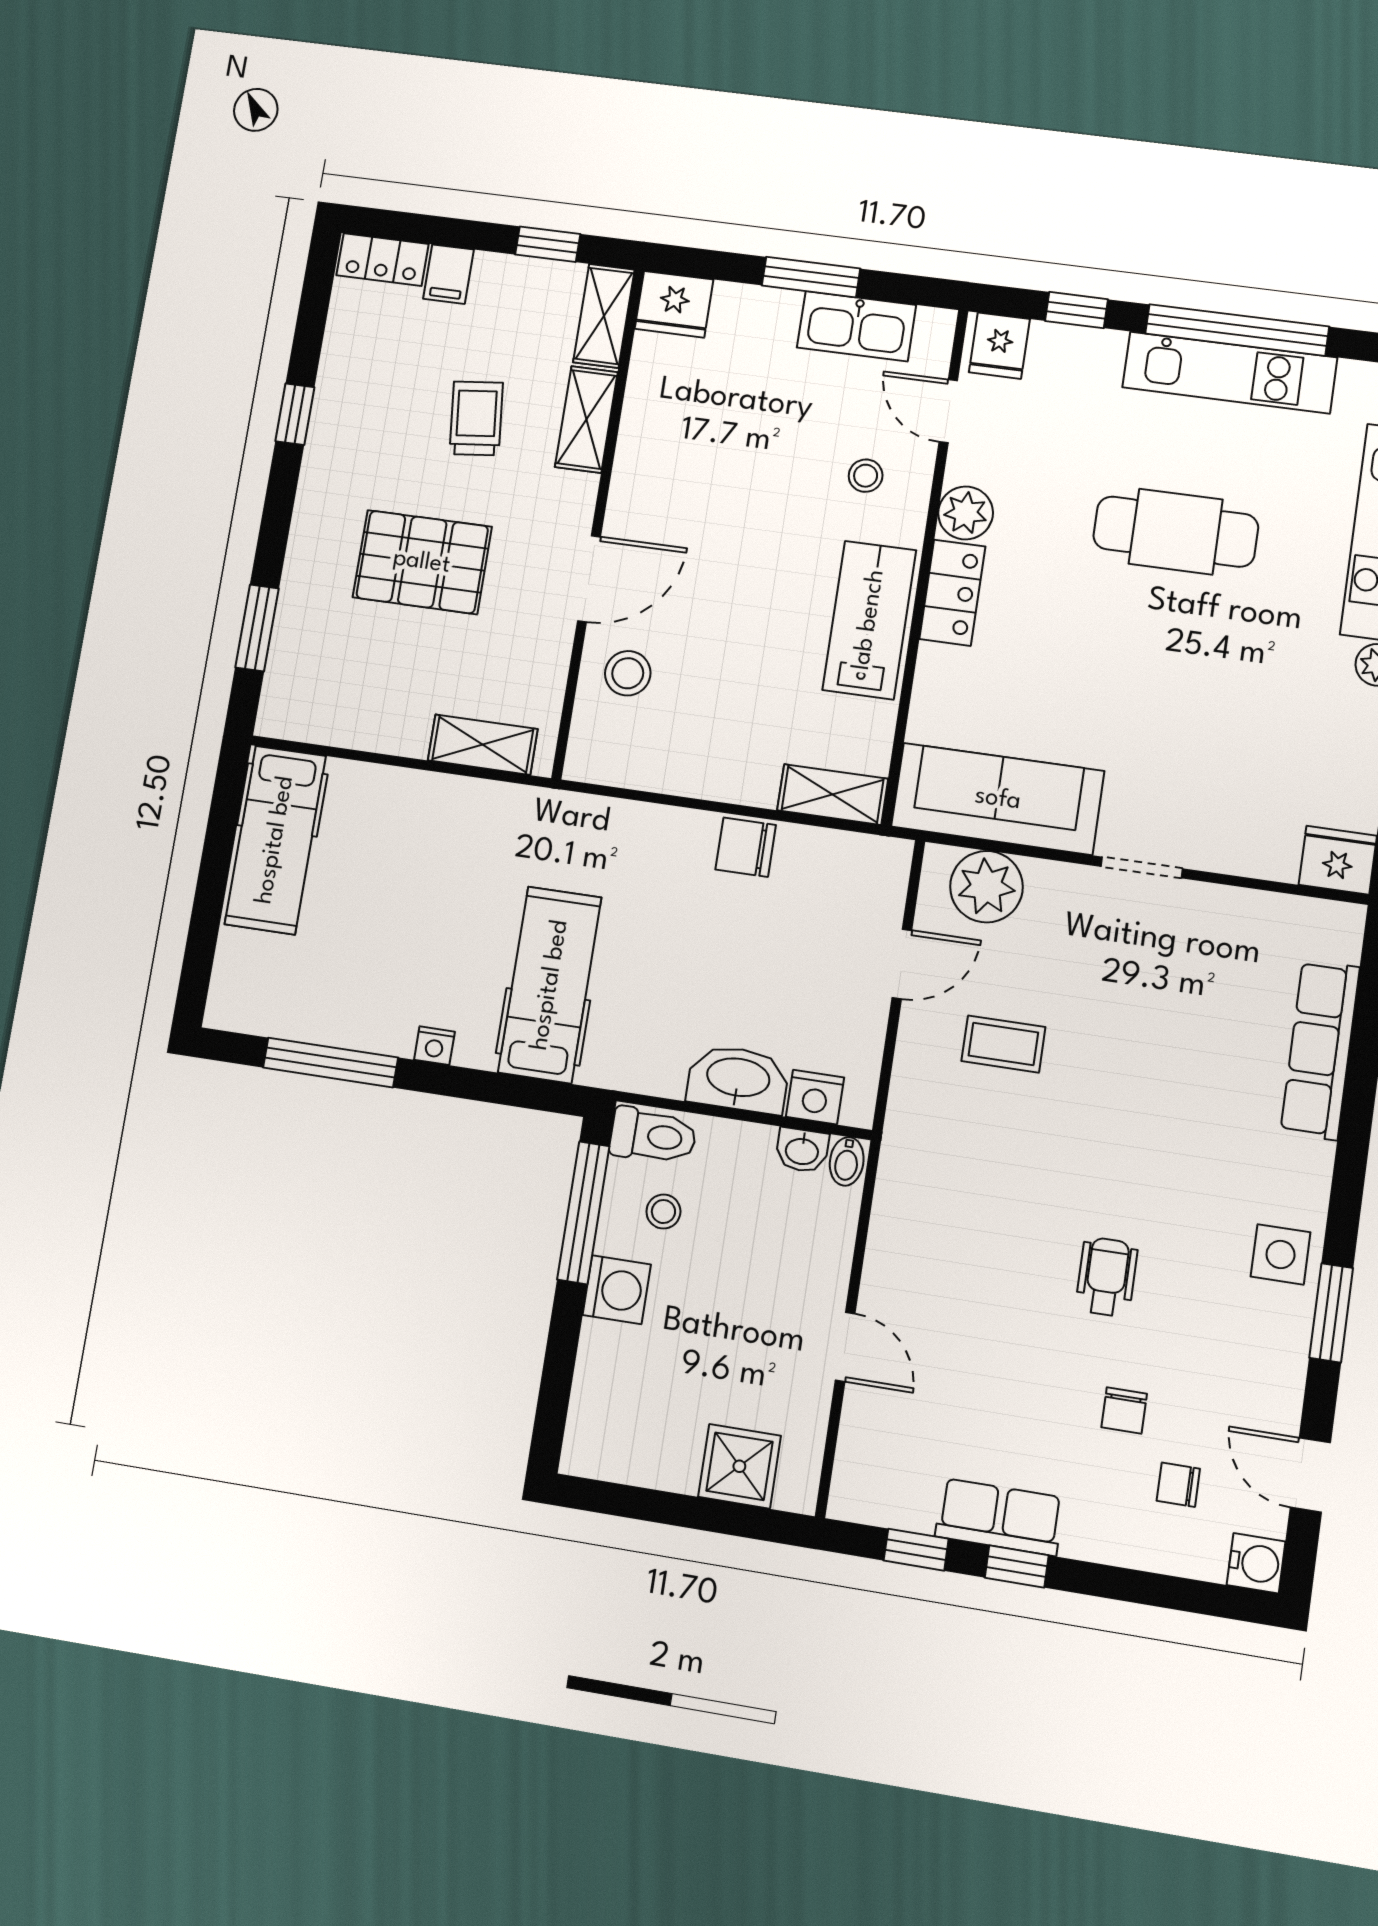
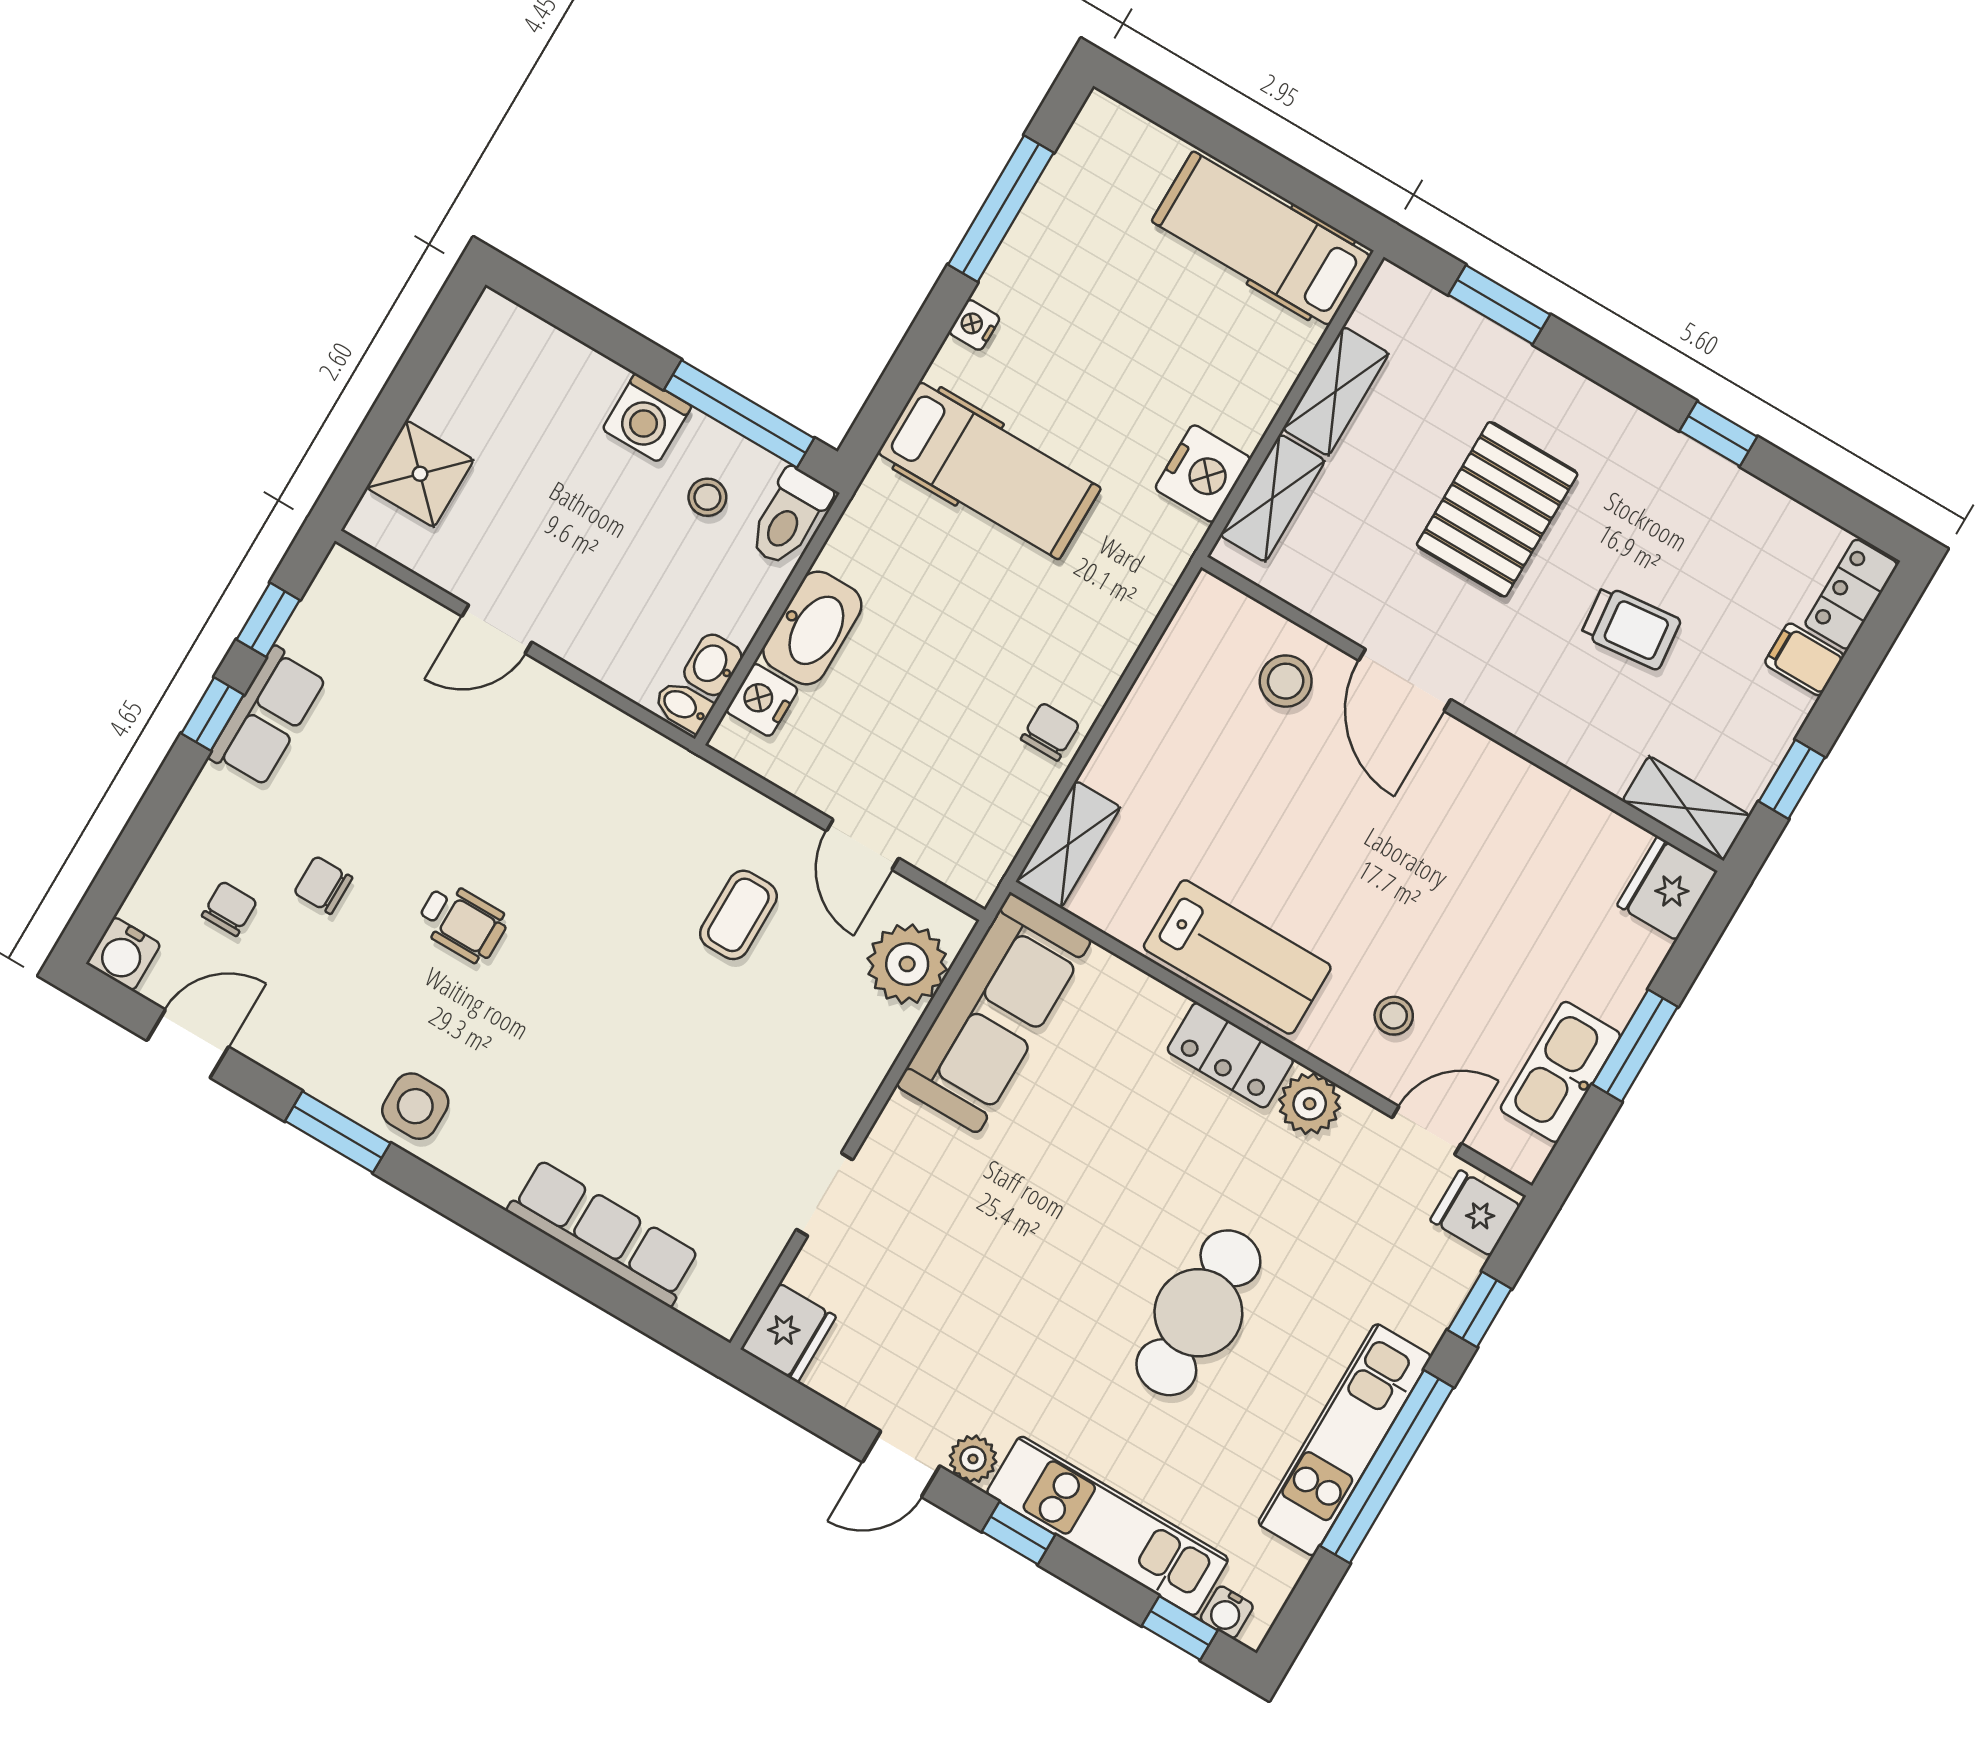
shelving: (586, 419) -> (1336, 391), moved, turned 90
nightstand: (485, 809) -> (1203, 473), added
chair: (746, 847) -> (1050, 732), width x0.73, depth x0.73
doorway: (1142, 868) -> (825, 1195), moved

